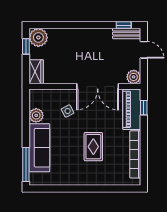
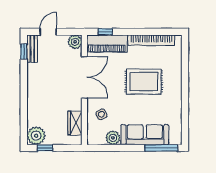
wardrobe: (36, 72) -> (75, 123), moved, turned -90
side table: (68, 111) -> (101, 114), moved
rug: (93, 147) -> (144, 82), width x1.36, depth x1.43

